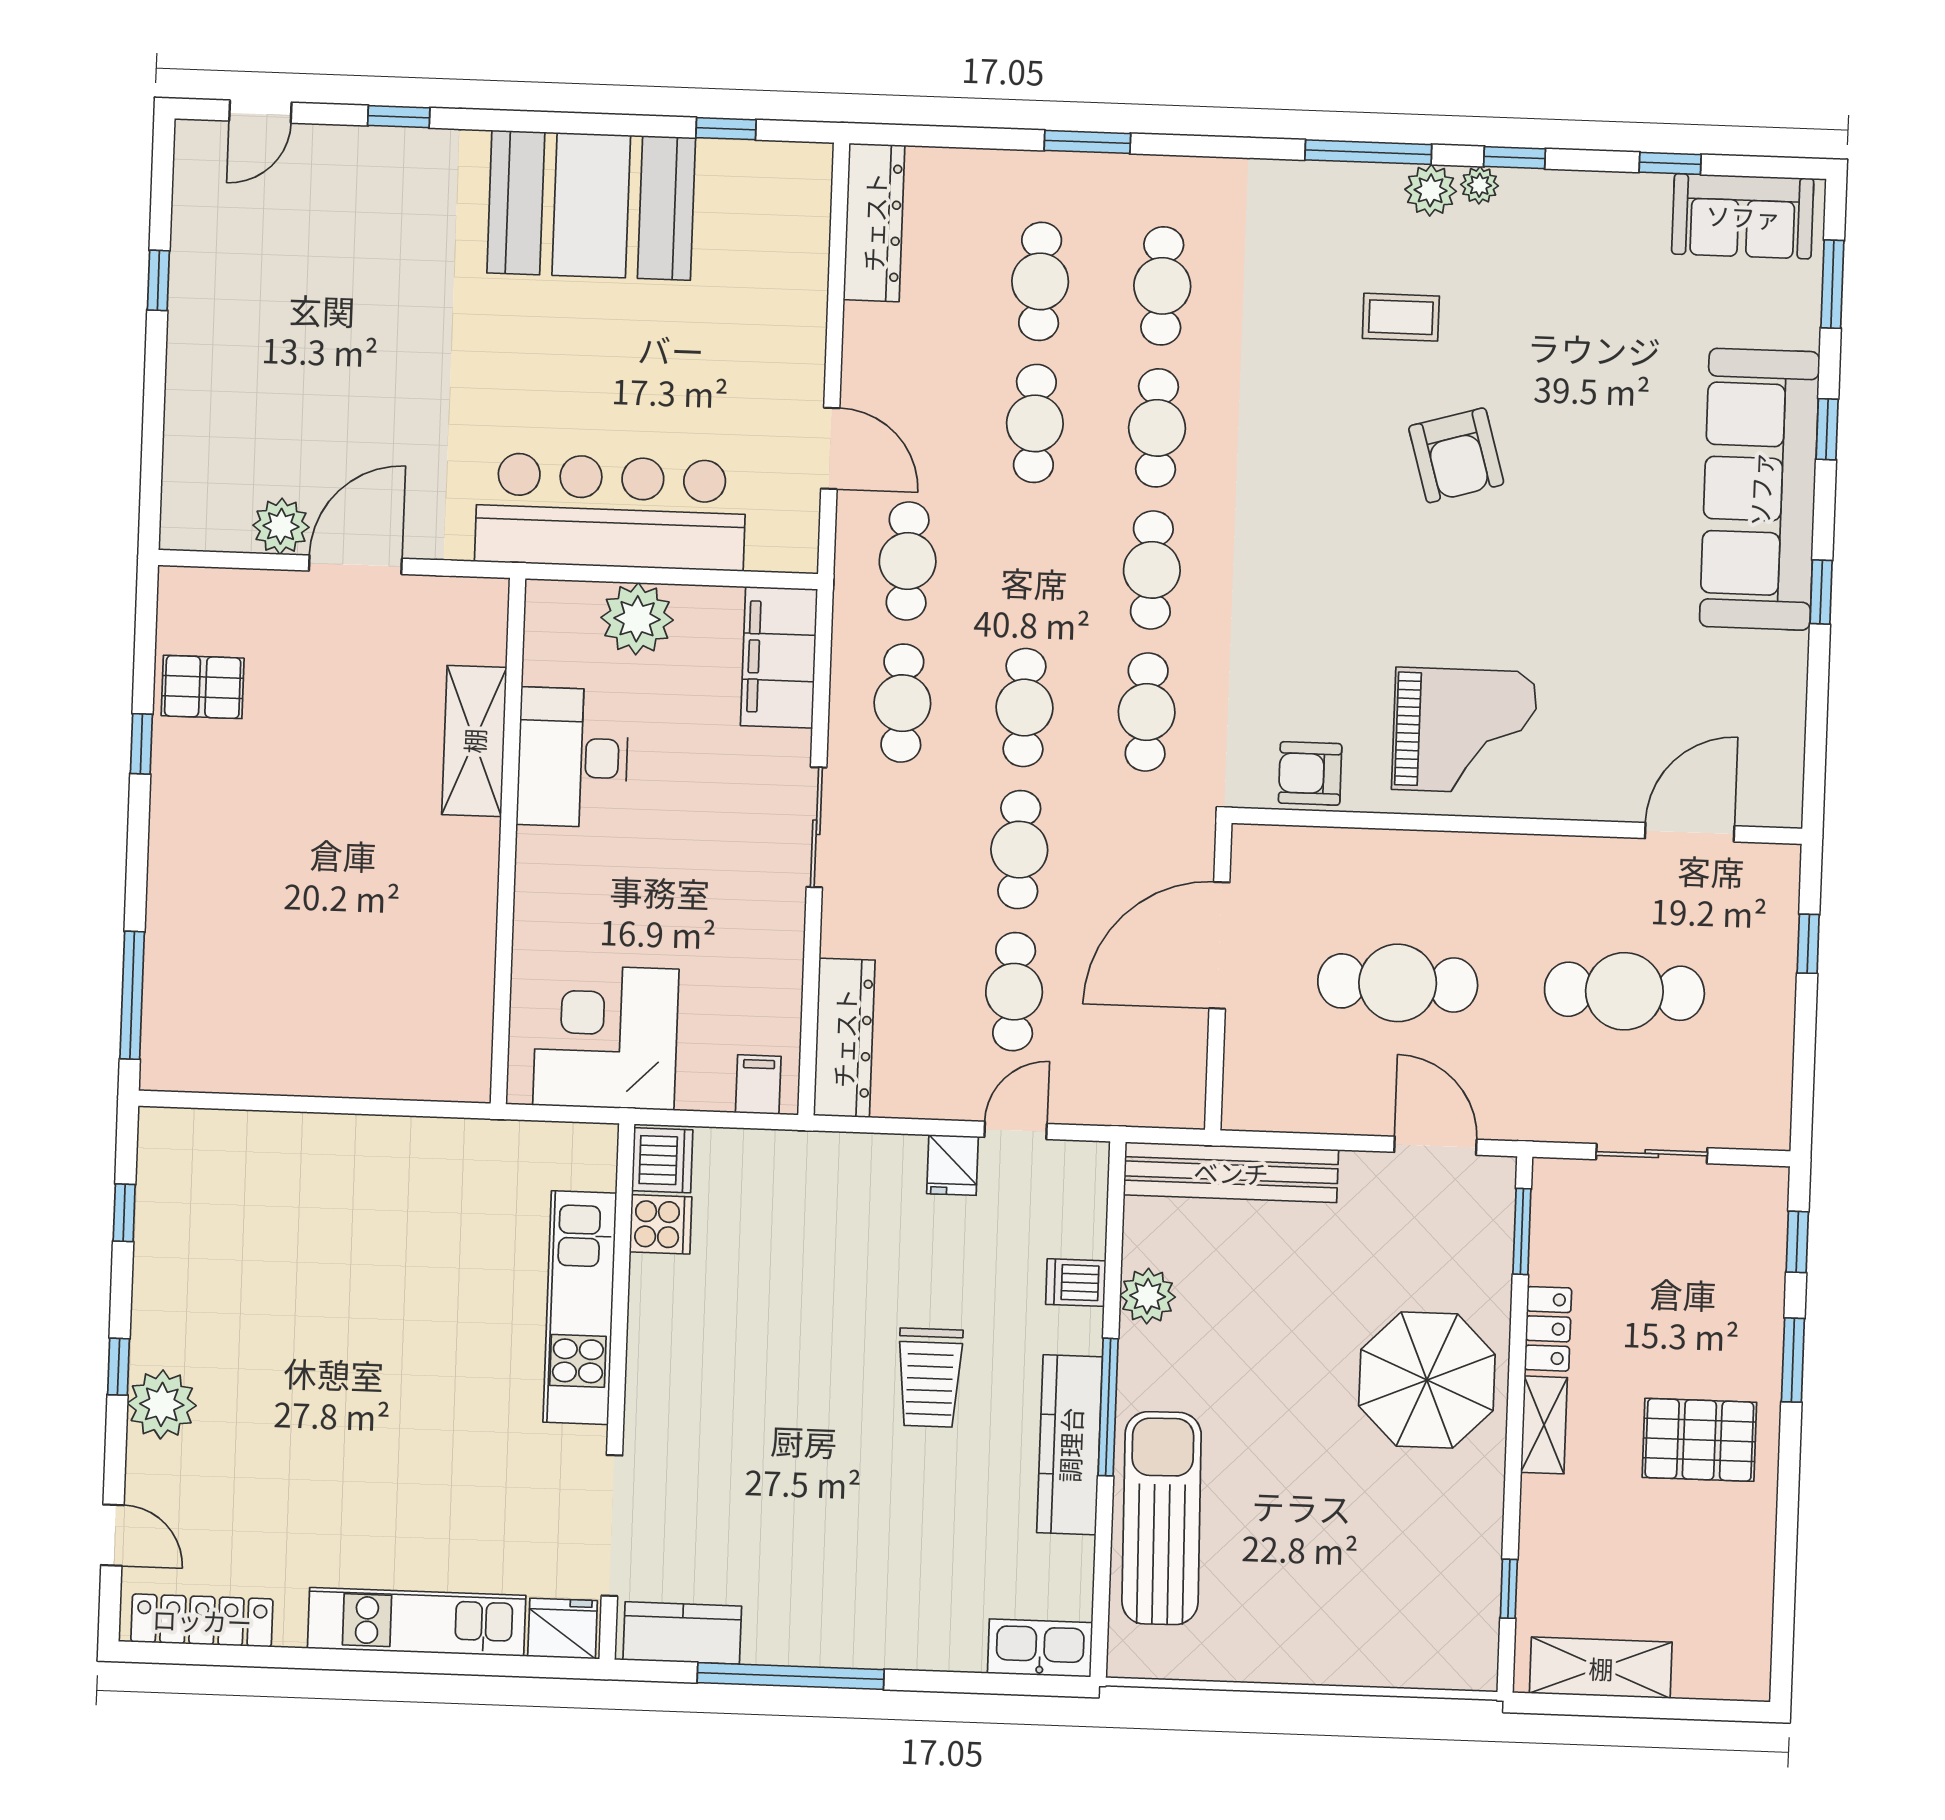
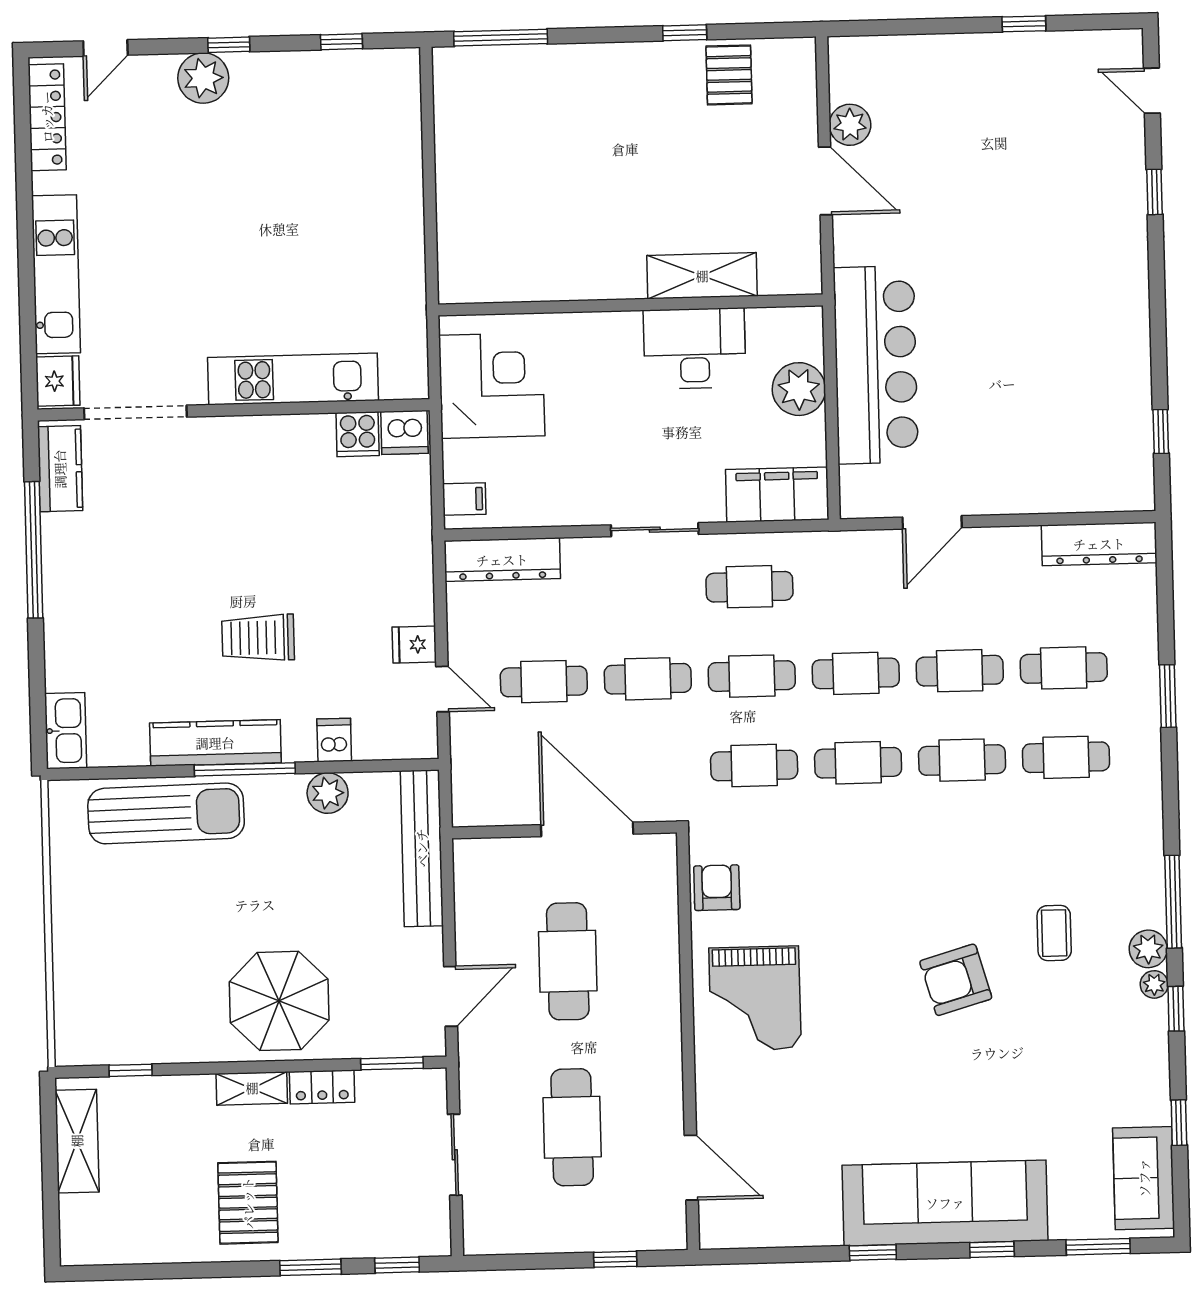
booth: (591, 205) -> (1099, 337), removed
cafe table: (908, 561) -> (856, 673), moved

